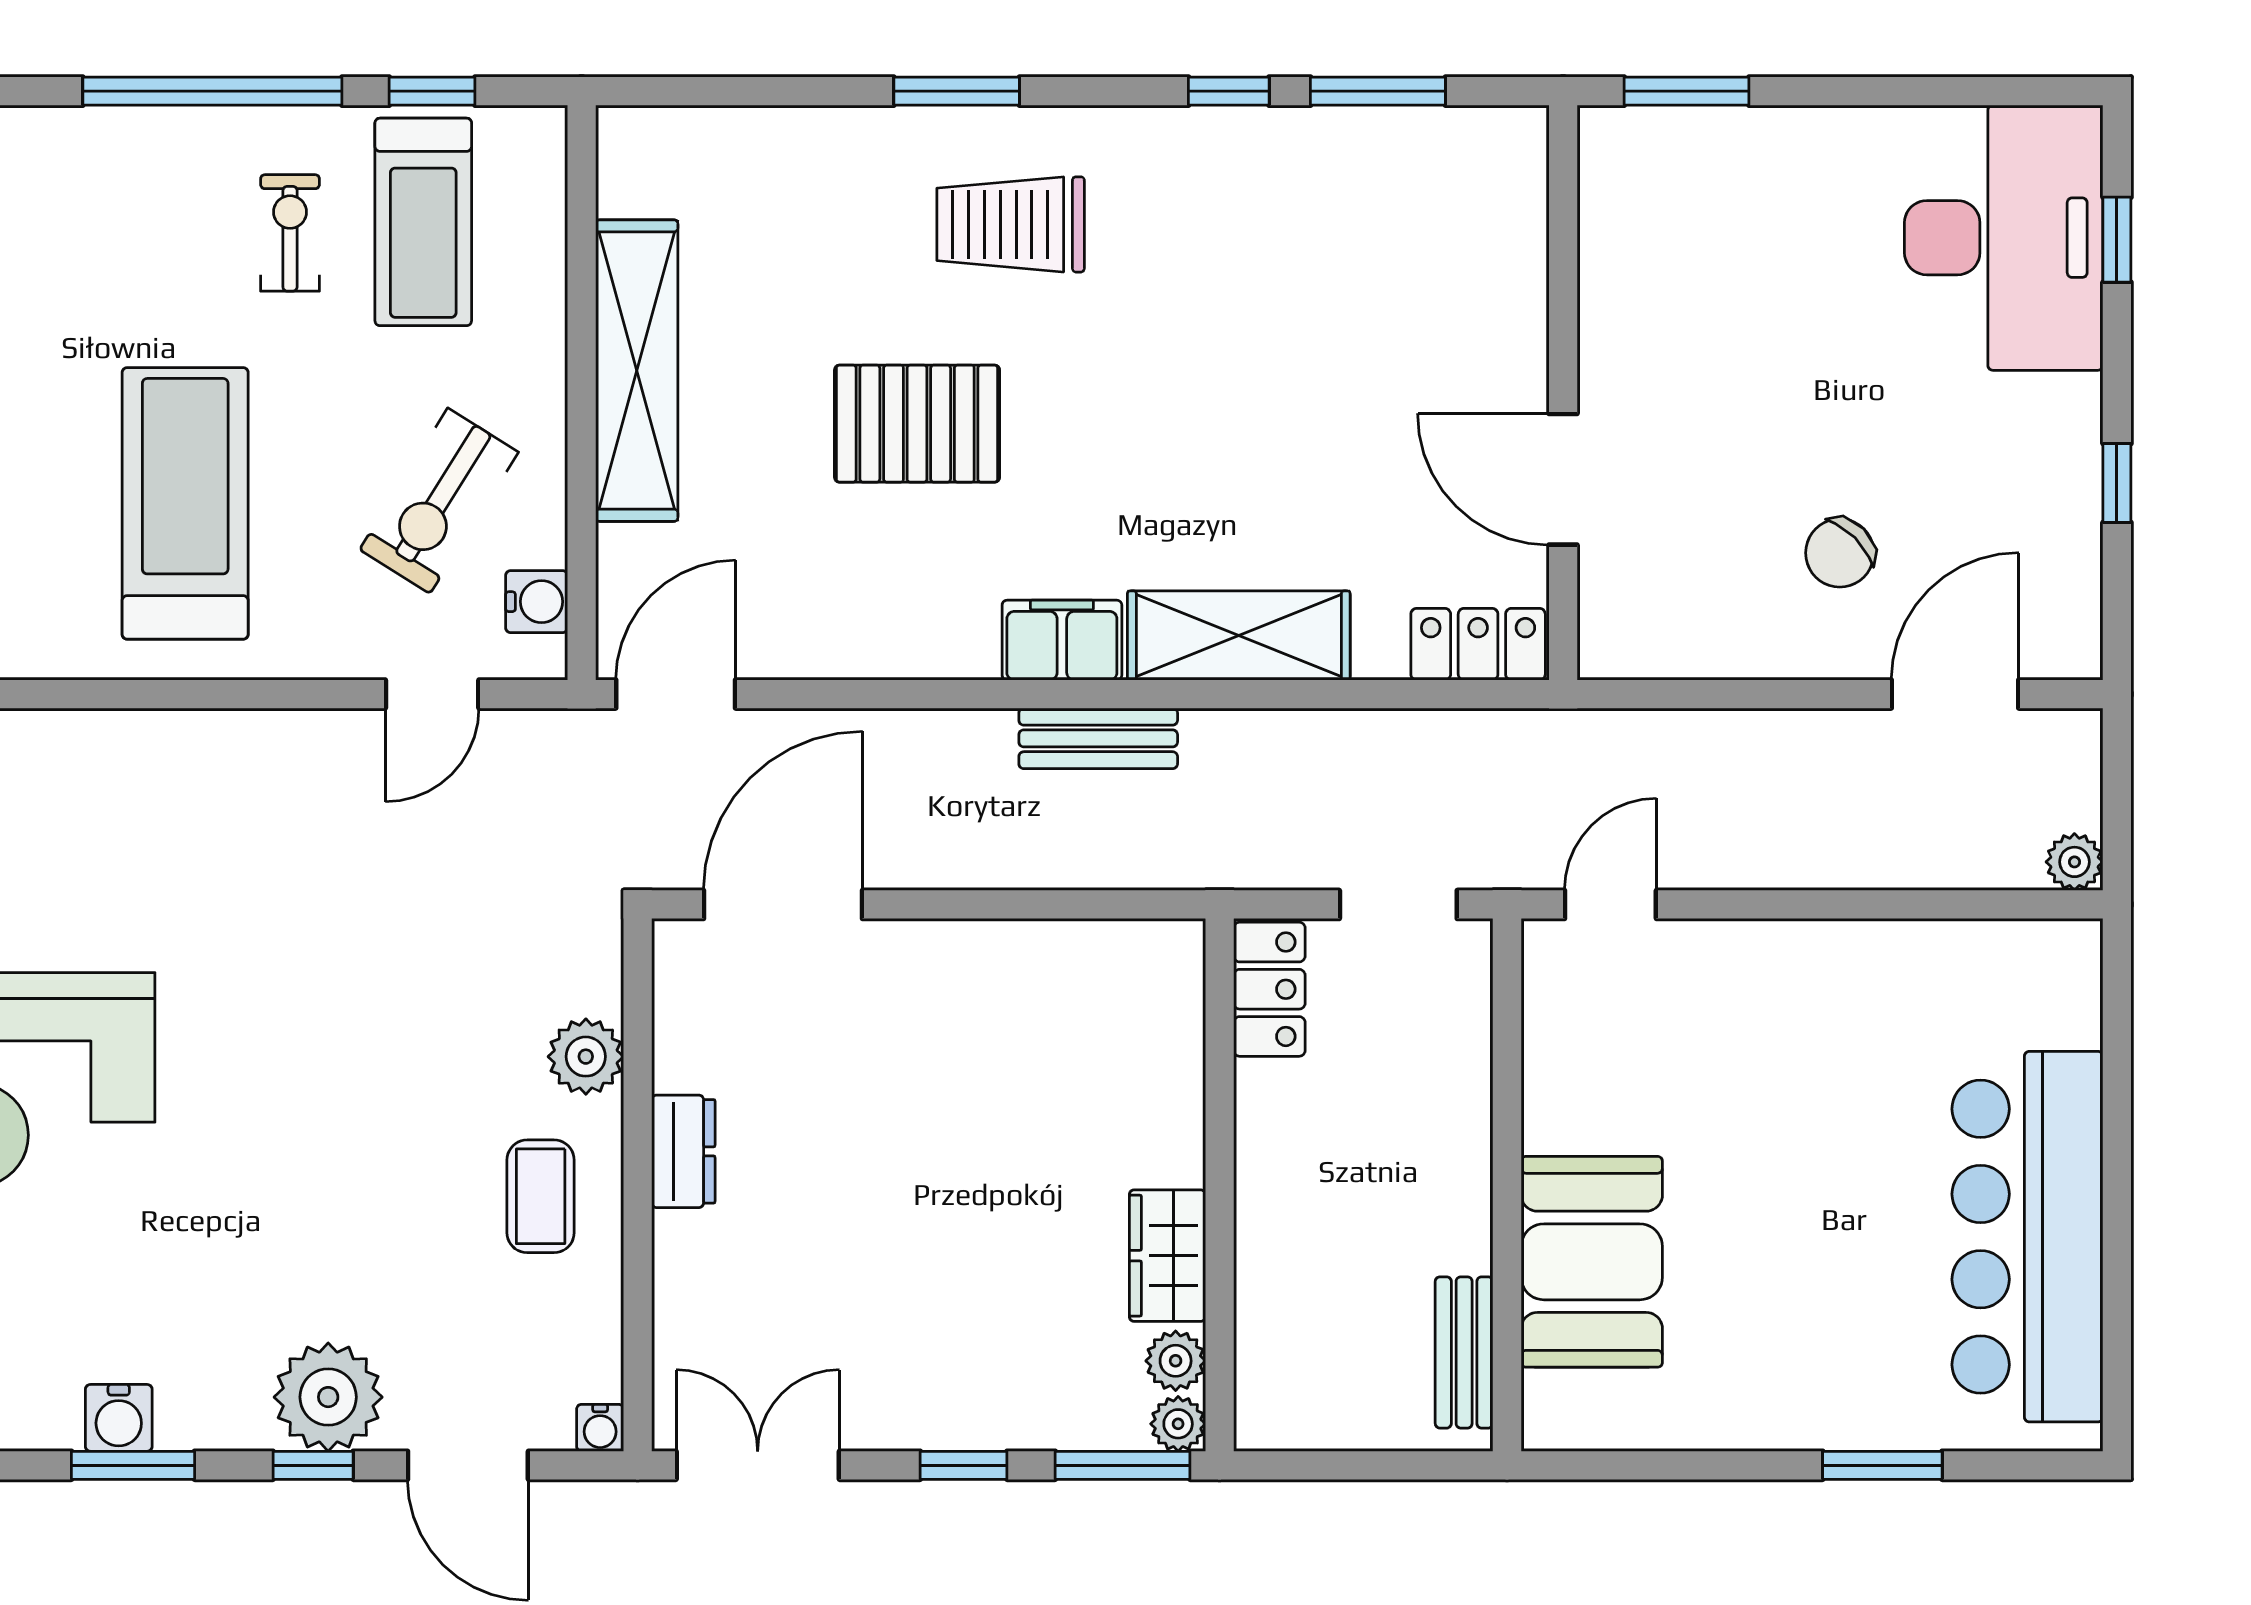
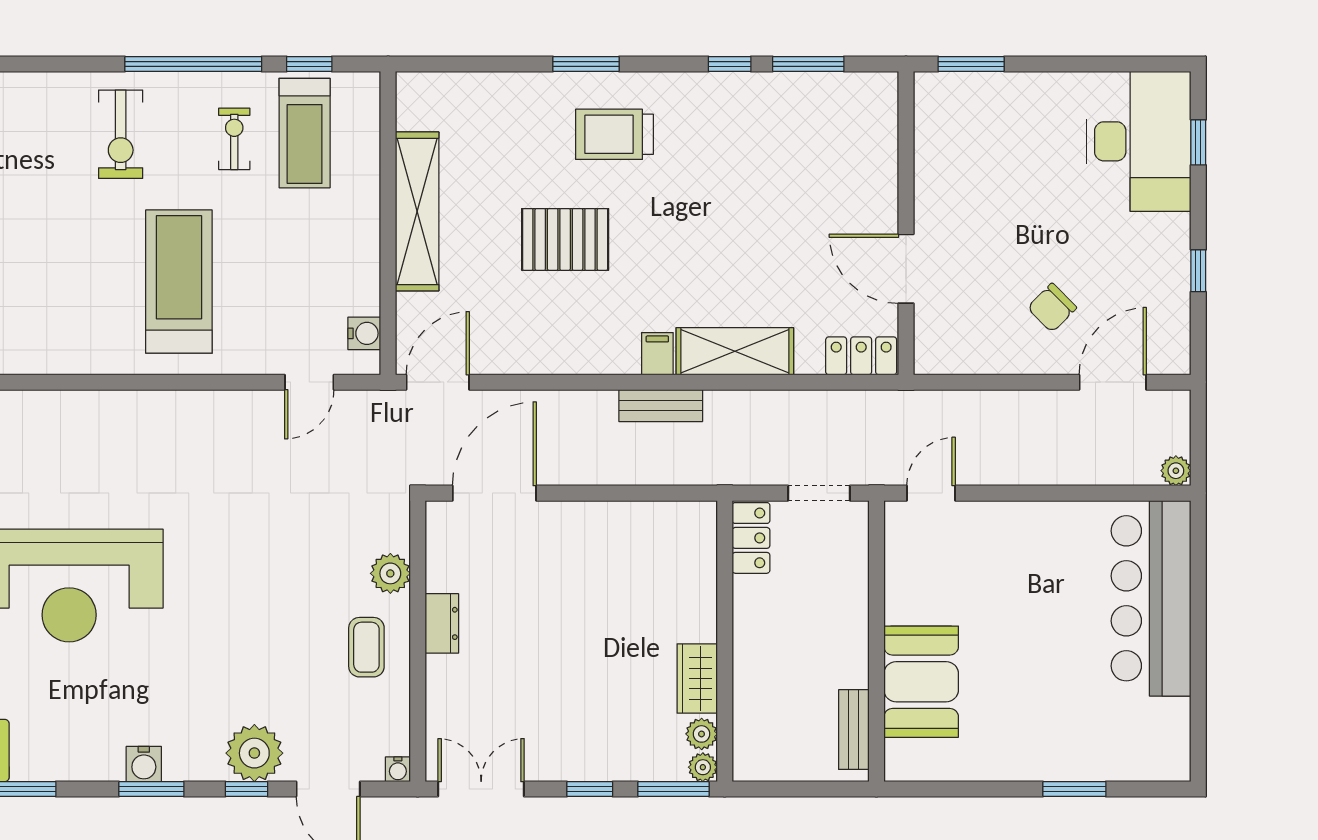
exercise bike: (439, 501) -> (121, 134), moved, turned -32
filing cabinet: (1062, 640) -> (657, 354), width x0.50
bar counter: (2027, 1237) -> (1151, 598), moved

